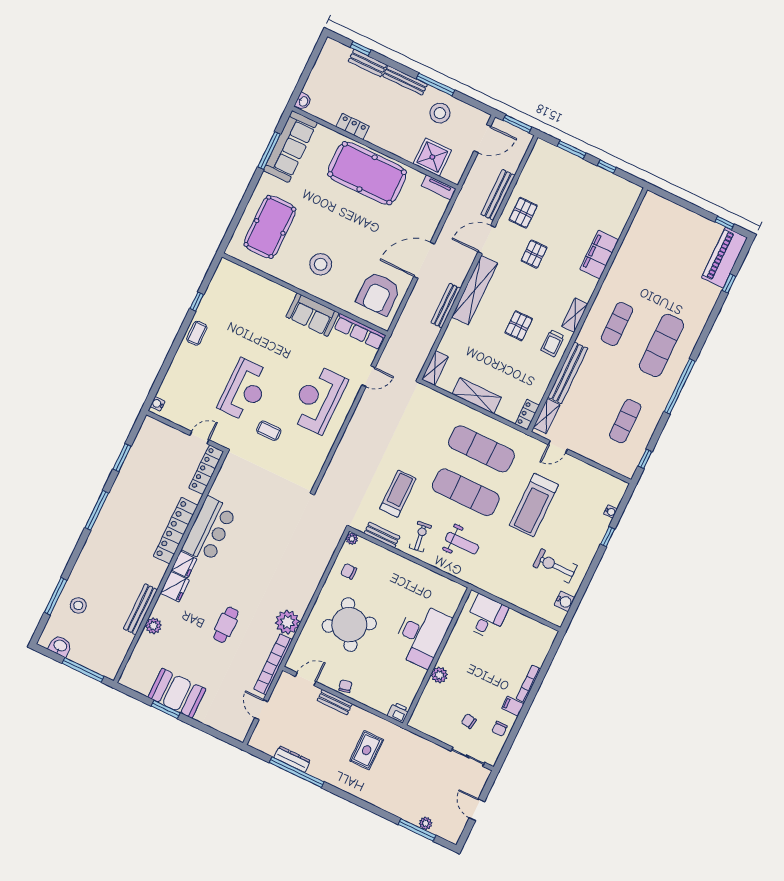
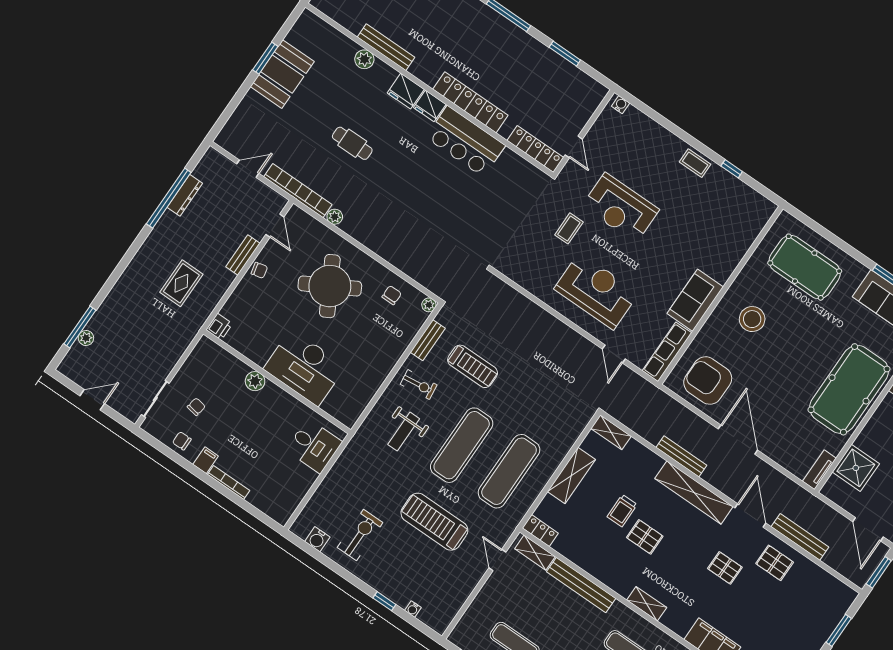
trolley: (553, 343) -> (622, 511), moved, turned -90
plant: (287, 622) -> (335, 217), width x0.53, depth x0.53
rug: (367, 750) -> (181, 283), turned 90

